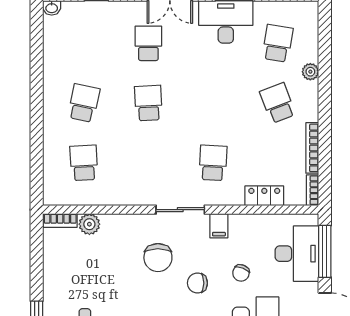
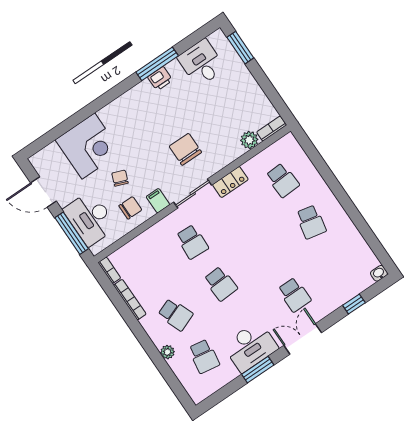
school desk: (148, 103) -> (221, 284), moved
locker: (264, 196) -> (230, 182), moved
chair: (197, 283) -> (130, 208), moved

